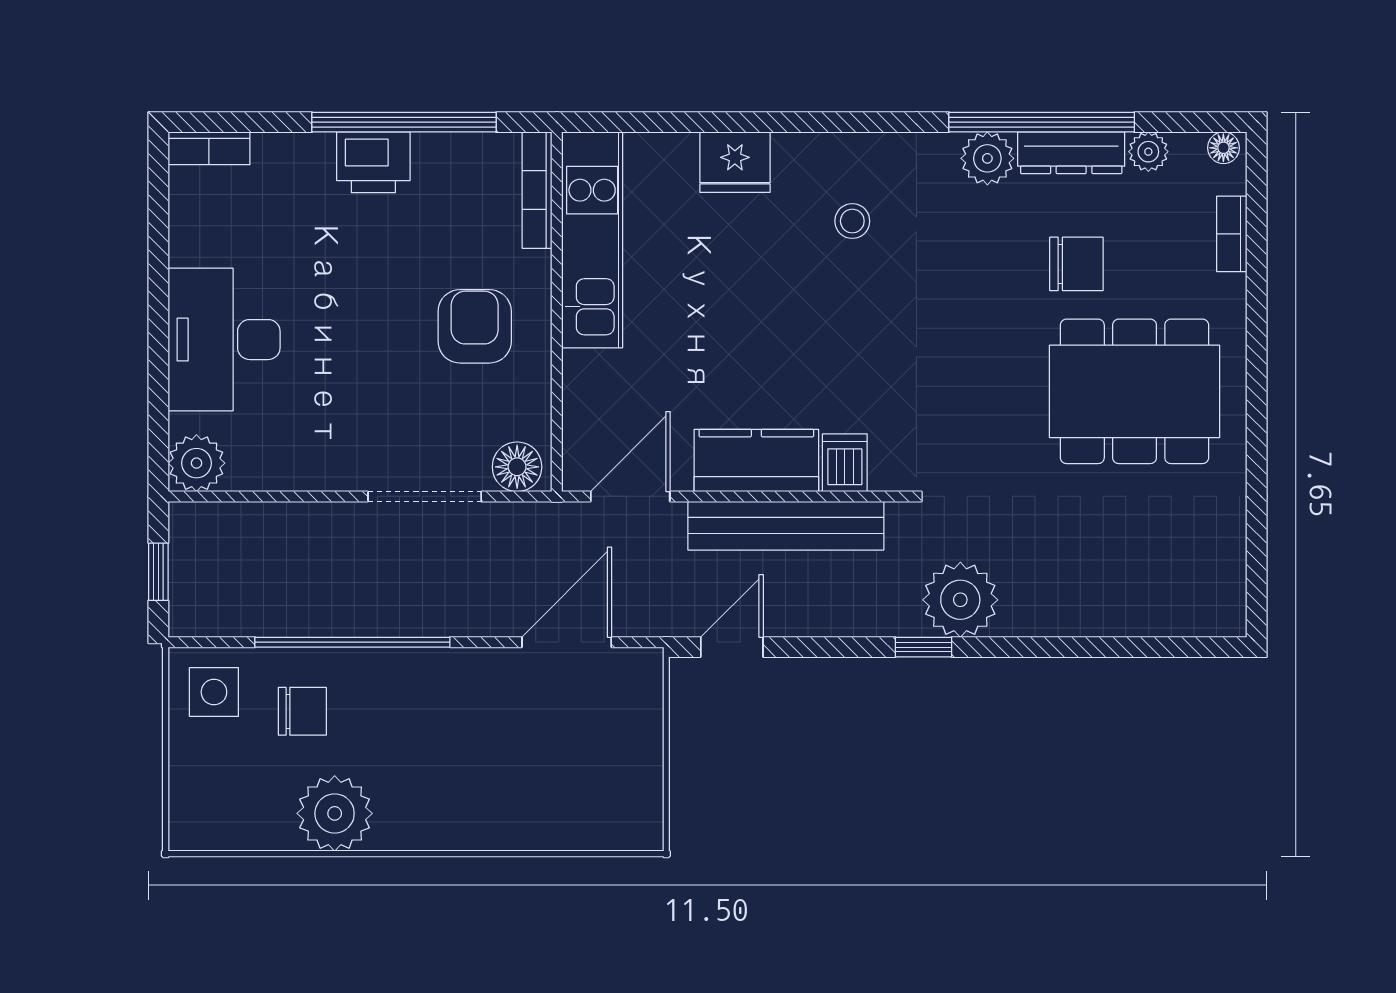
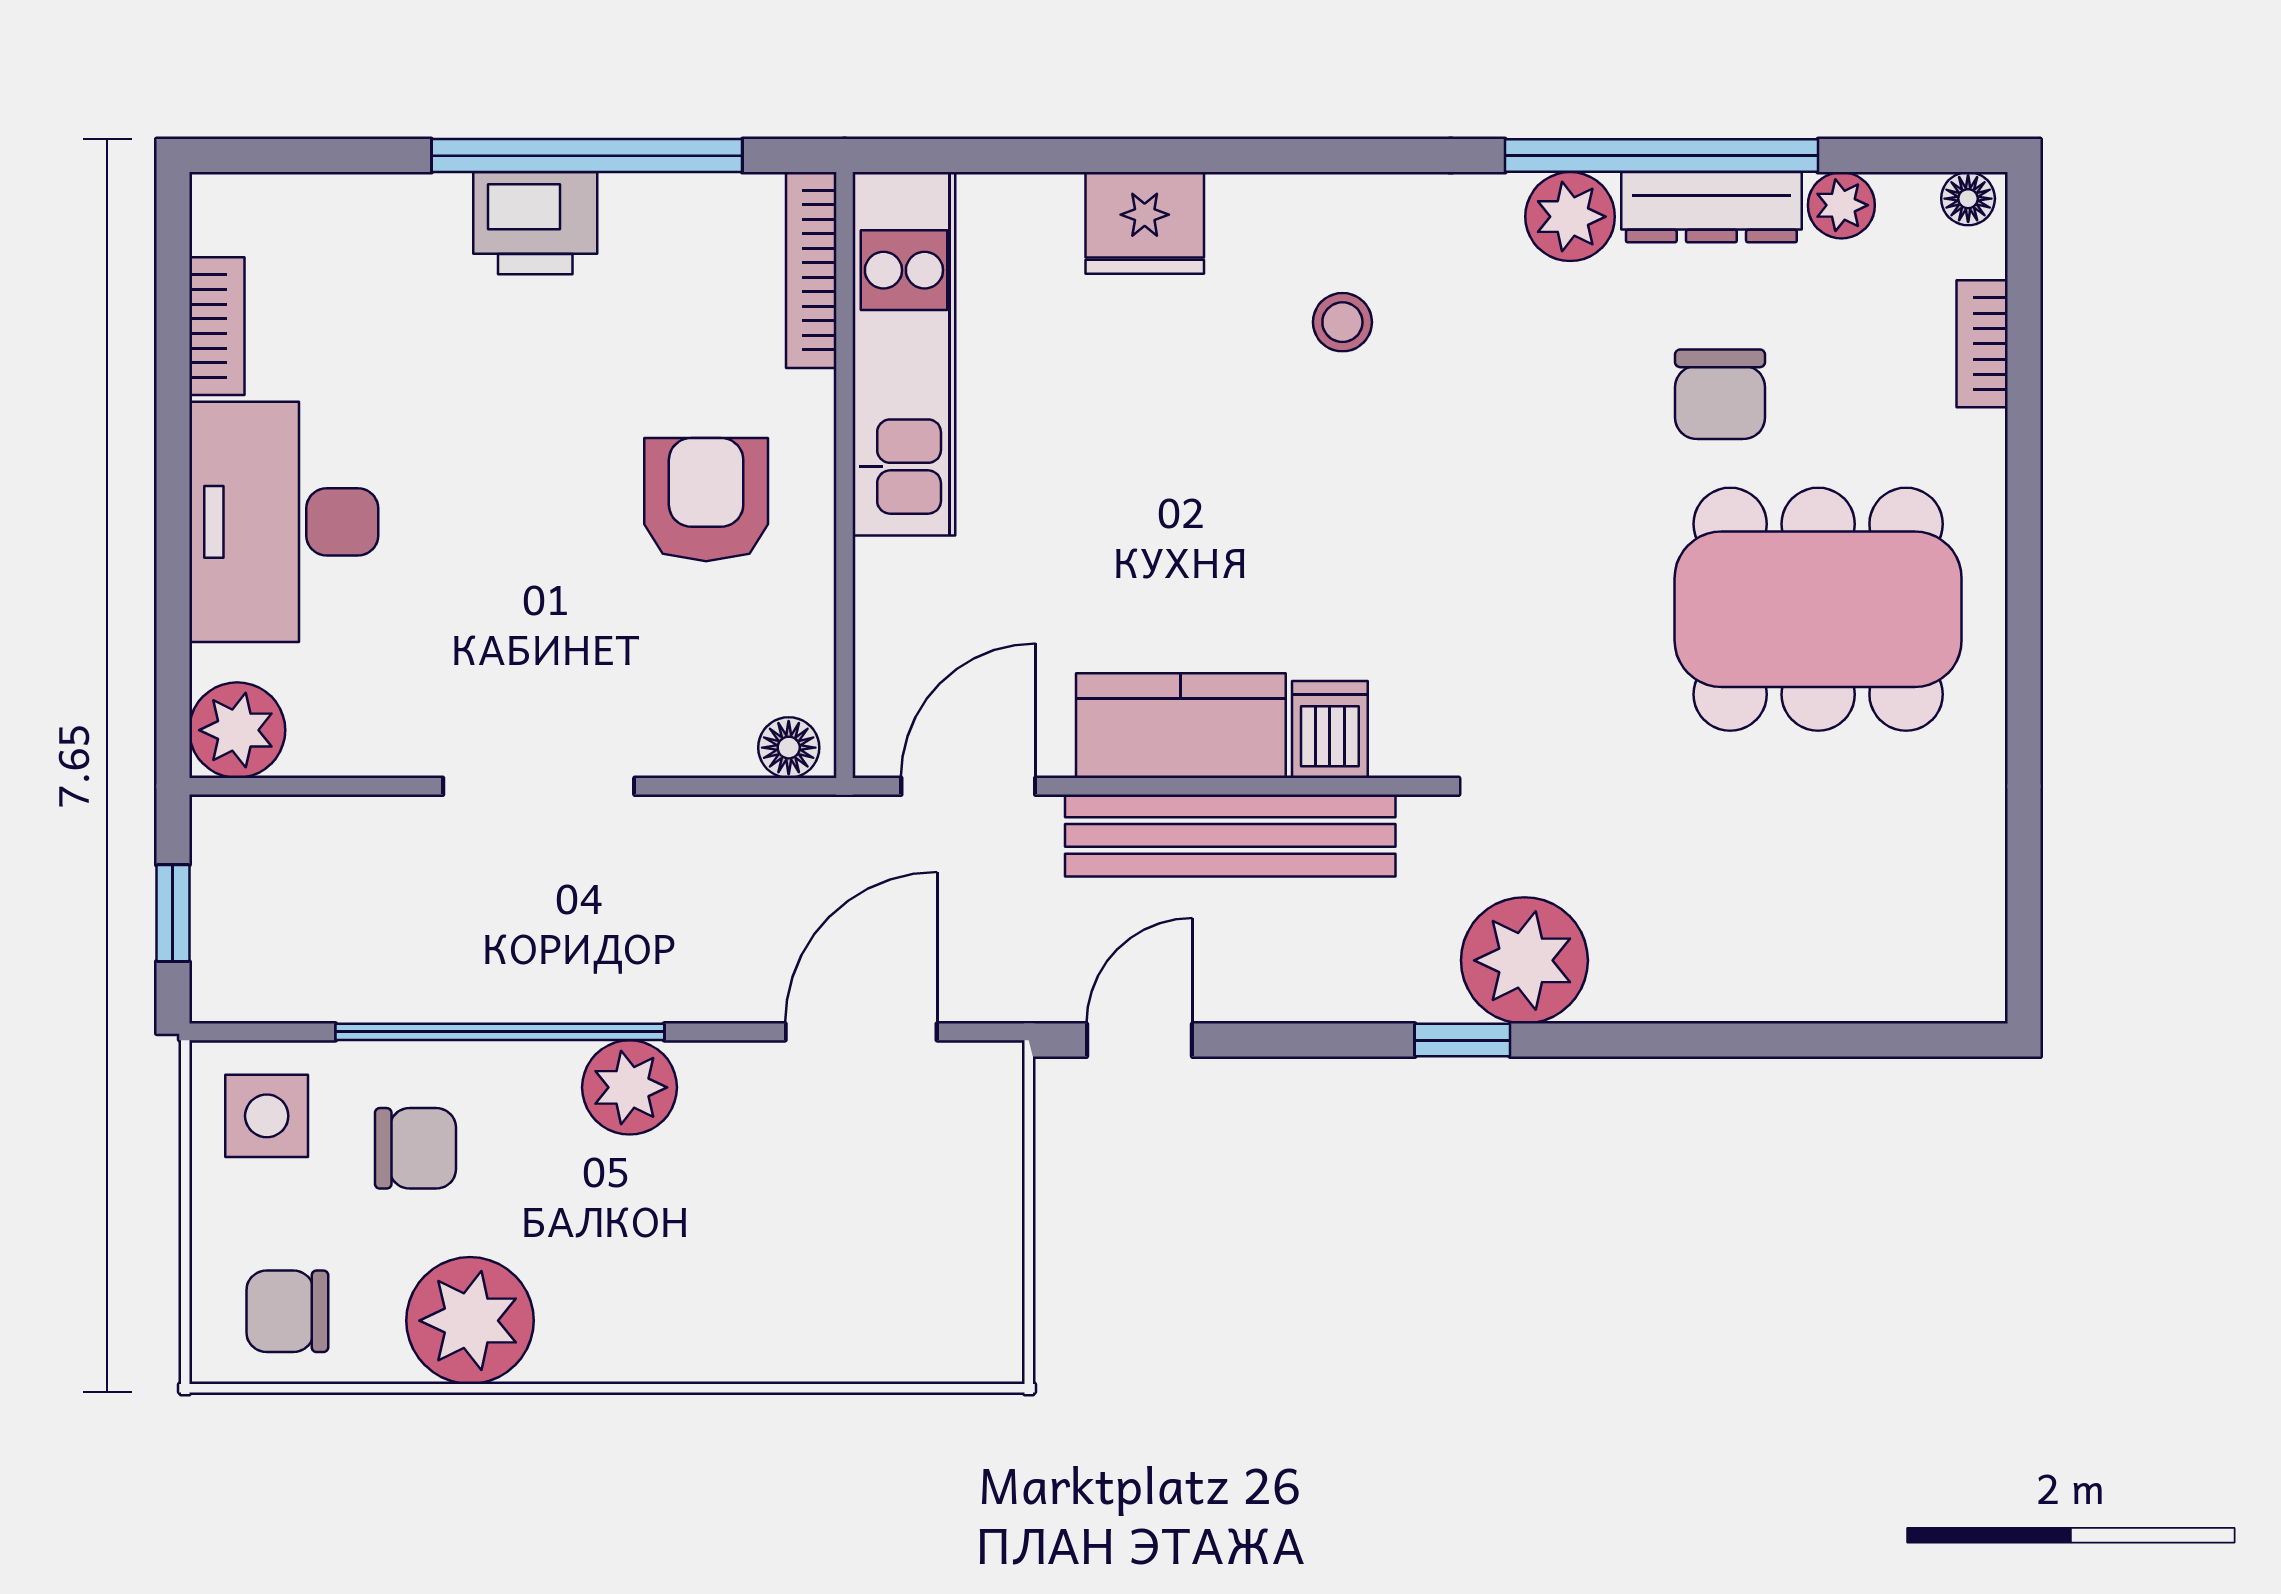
bookcase: (209, 148) -> (217, 326), moved, turned -90
chair: (1076, 264) -> (1720, 394), turned 90
floor lamp: (517, 467) -> (789, 748), width x0.73, depth x0.73
doorway: (425, 496) -> (539, 786), moved
plant: (429, 675) -> (630, 1087), added
chair: (226, 808) -> (287, 1311), added

